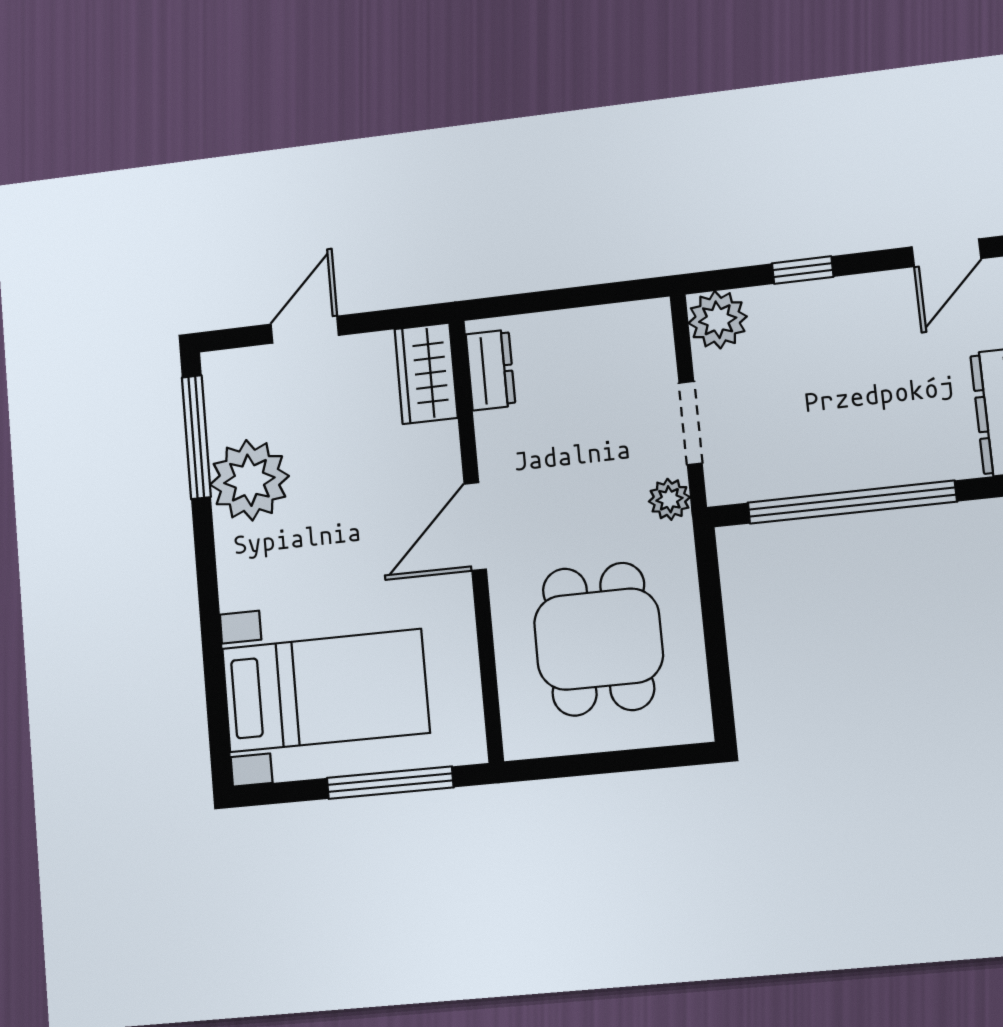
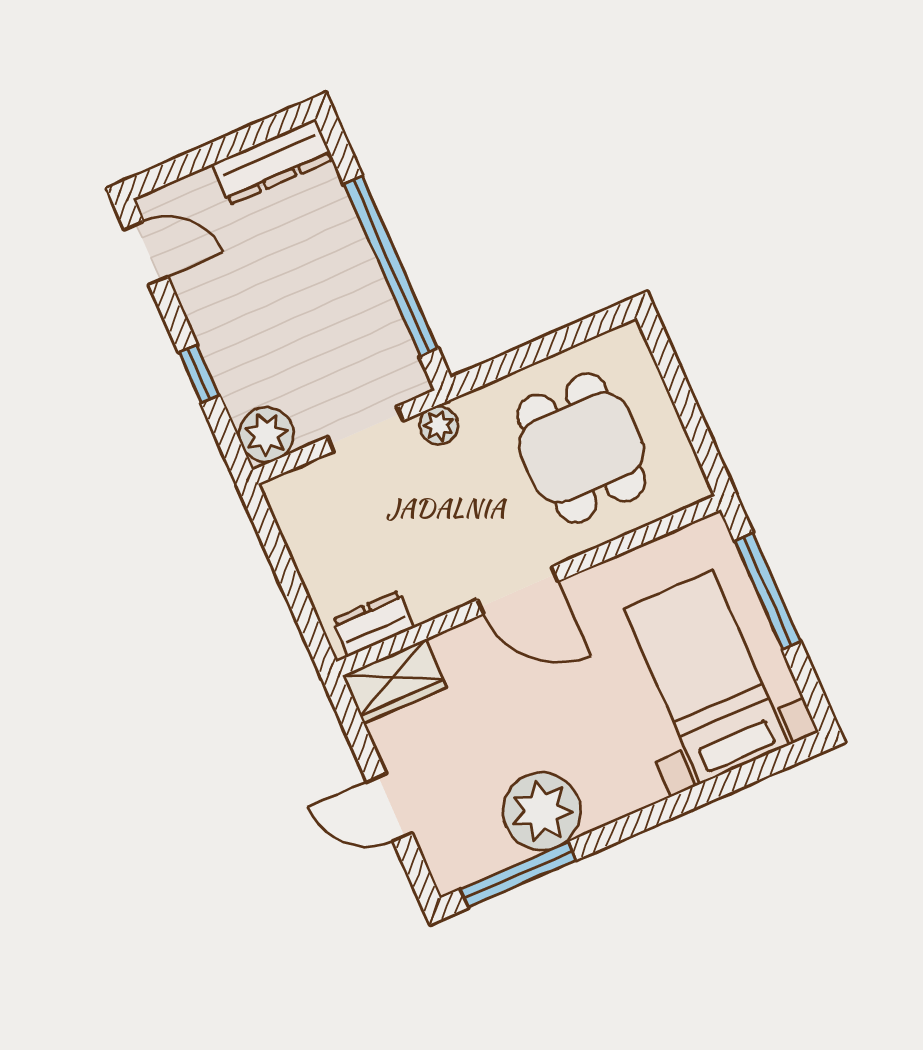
dining table: (598, 639) -> (581, 448), turned 90

